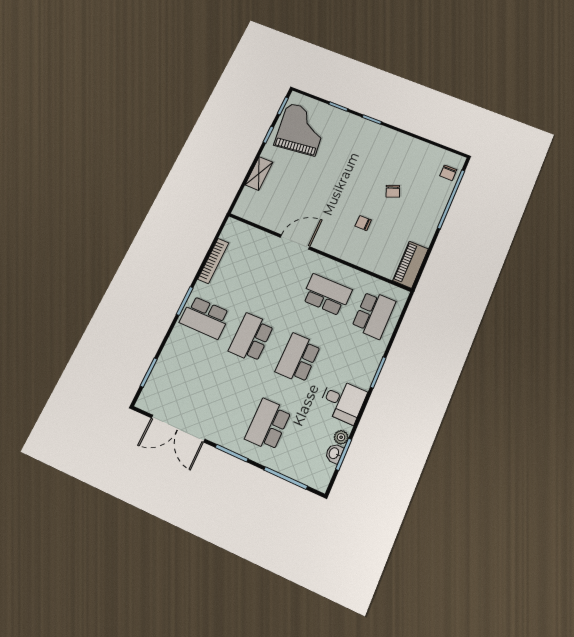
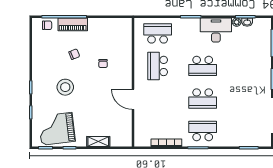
stool: (353, 162) -> (65, 87), added
piano: (411, 265) -> (73, 24), moved
school desk: (205, 318) -> (203, 131), turned -90
desk: (343, 401) -> (216, 30), width x1.37
school desk: (268, 425) -> (248, 66), removed

